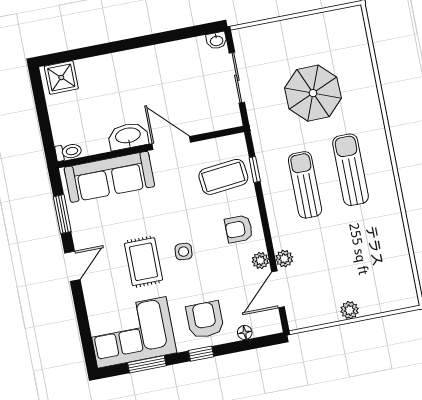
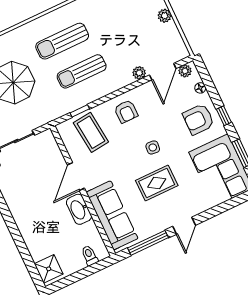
toilet: (68, 152) -> (89, 255), moved
window: (62, 214) -> (148, 243), width x1.44
plant: (260, 260) -> (185, 71), moved
rug: (143, 262) -> (157, 183), moved
door: (72, 266) -> (184, 226), swing flipped
door: (278, 289) -> (163, 72), hinge flipped

